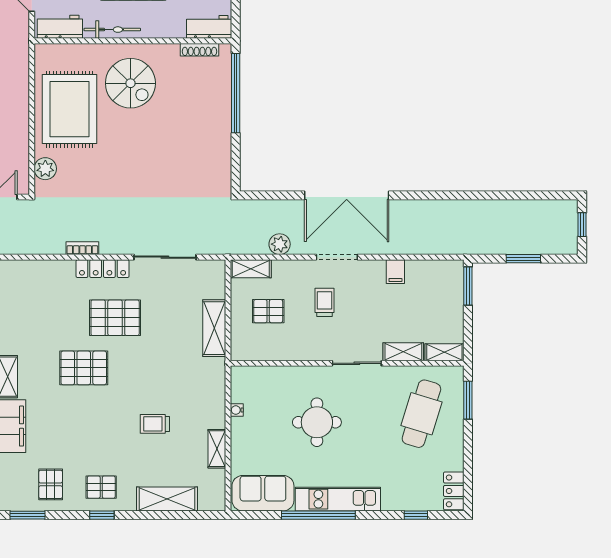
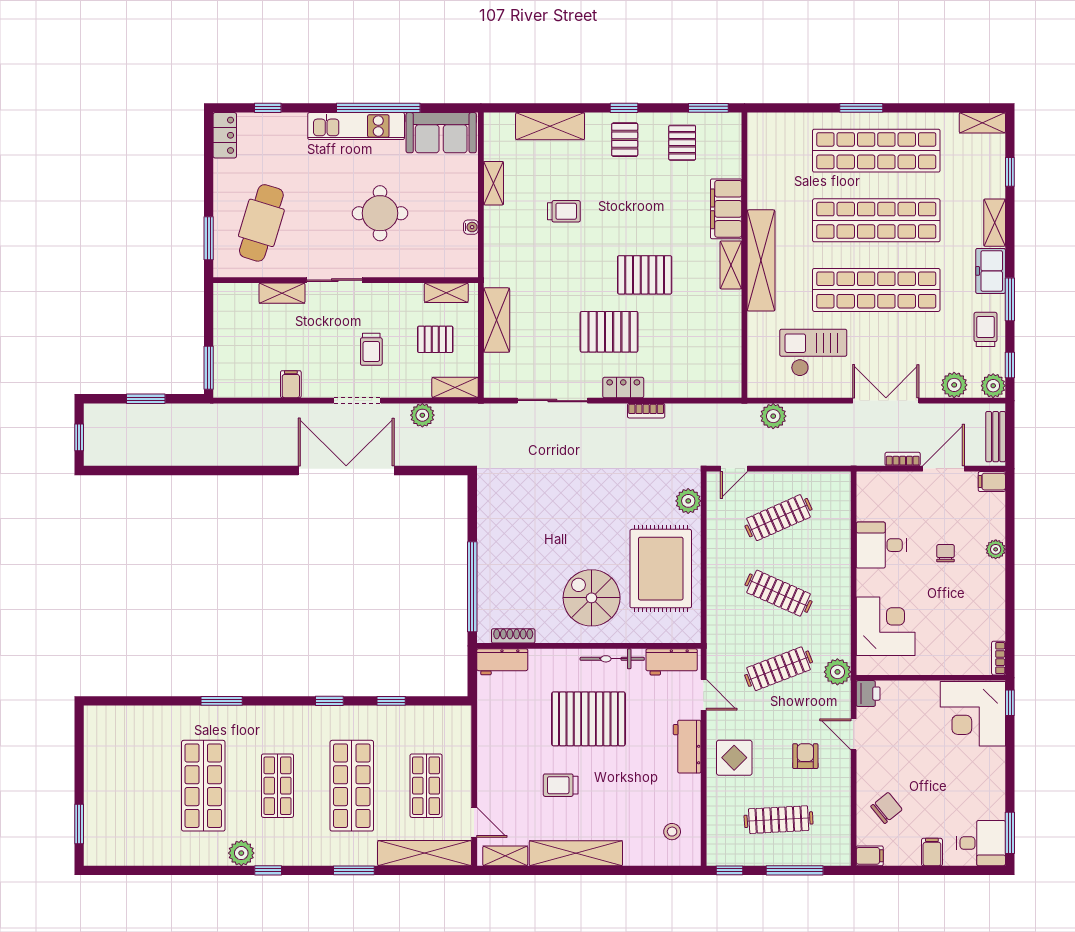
locker: (103, 269) -> (623, 388), width x0.66
shelving: (444, 352) -> (446, 293), moved
pallet: (101, 487) -> (625, 140), turned 90

